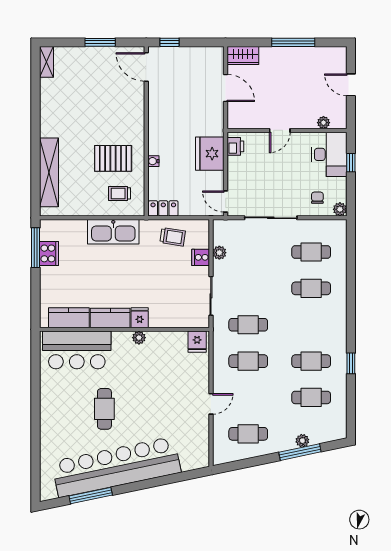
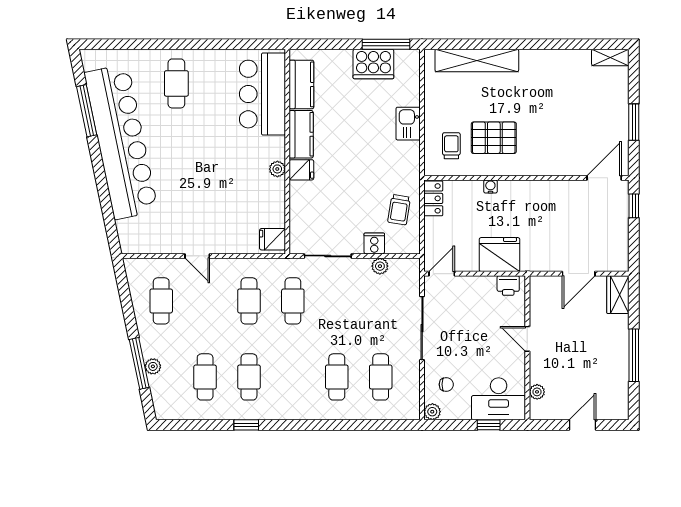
pallet: (113, 158) -> (494, 138), turned 90
kitchen sink: (113, 232) -> (408, 124), width x0.53, depth x0.81
cooker: (49, 253) -> (373, 64), width x1.37, depth x1.31
cafe table: (104, 409) -> (176, 83), moved, turned 90

